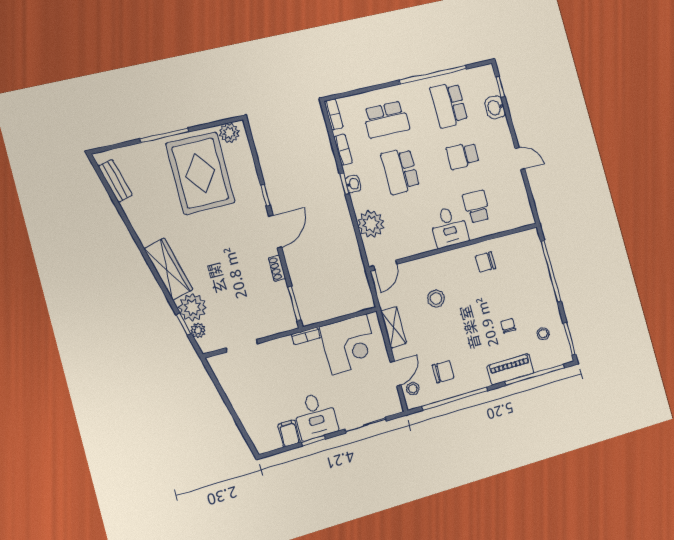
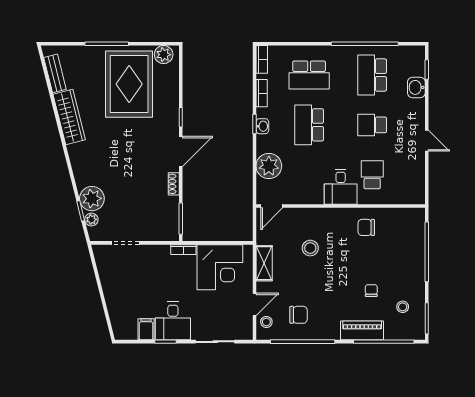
wardrobe: (168, 269) -> (69, 117), moved

